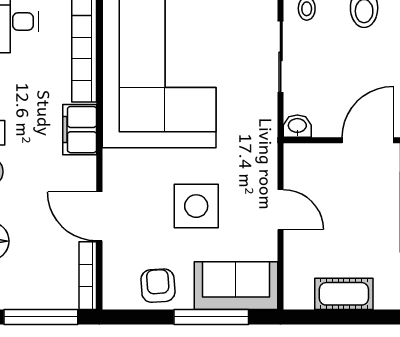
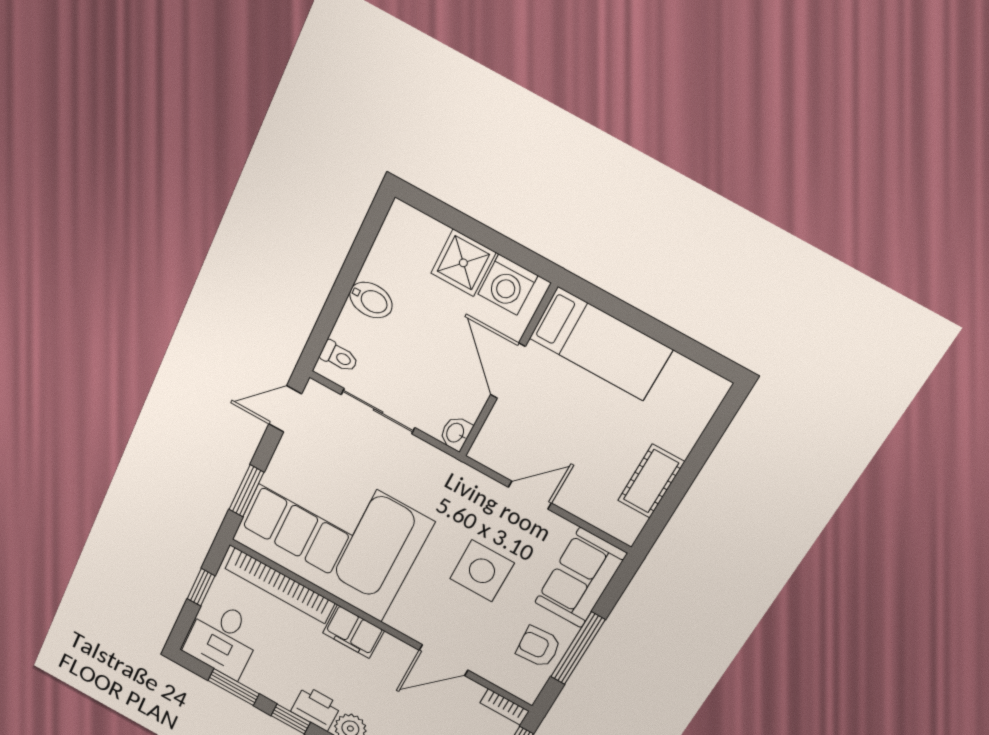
bookcase: (88, 276) -> (504, 707), width x0.64
window: (211, 317) -> (578, 648), moved

